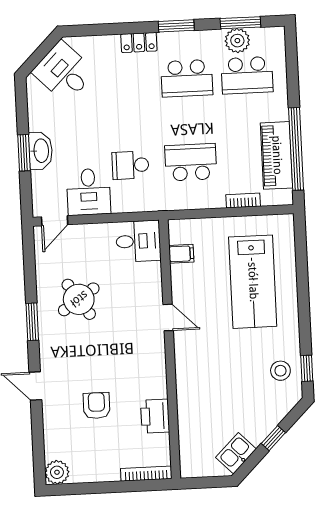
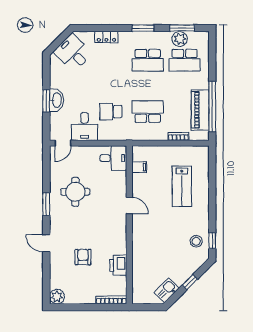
locker: (139, 42) -> (106, 37), moved
lab bench: (253, 282) -> (182, 186), width x0.73, depth x0.72
round table: (79, 299) -> (75, 192), turned 34

